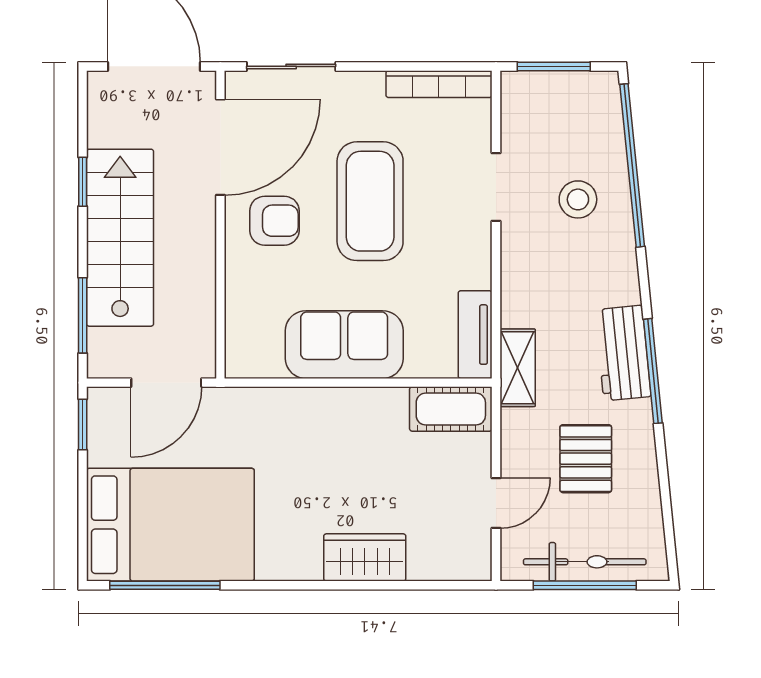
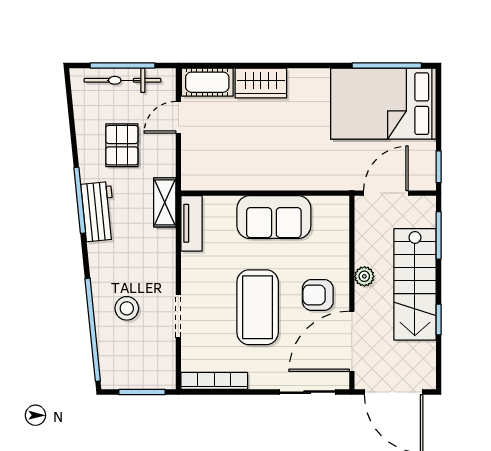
plant: (201, 250) -> (364, 276), added
cot: (451, 409) -> (207, 82), moved

